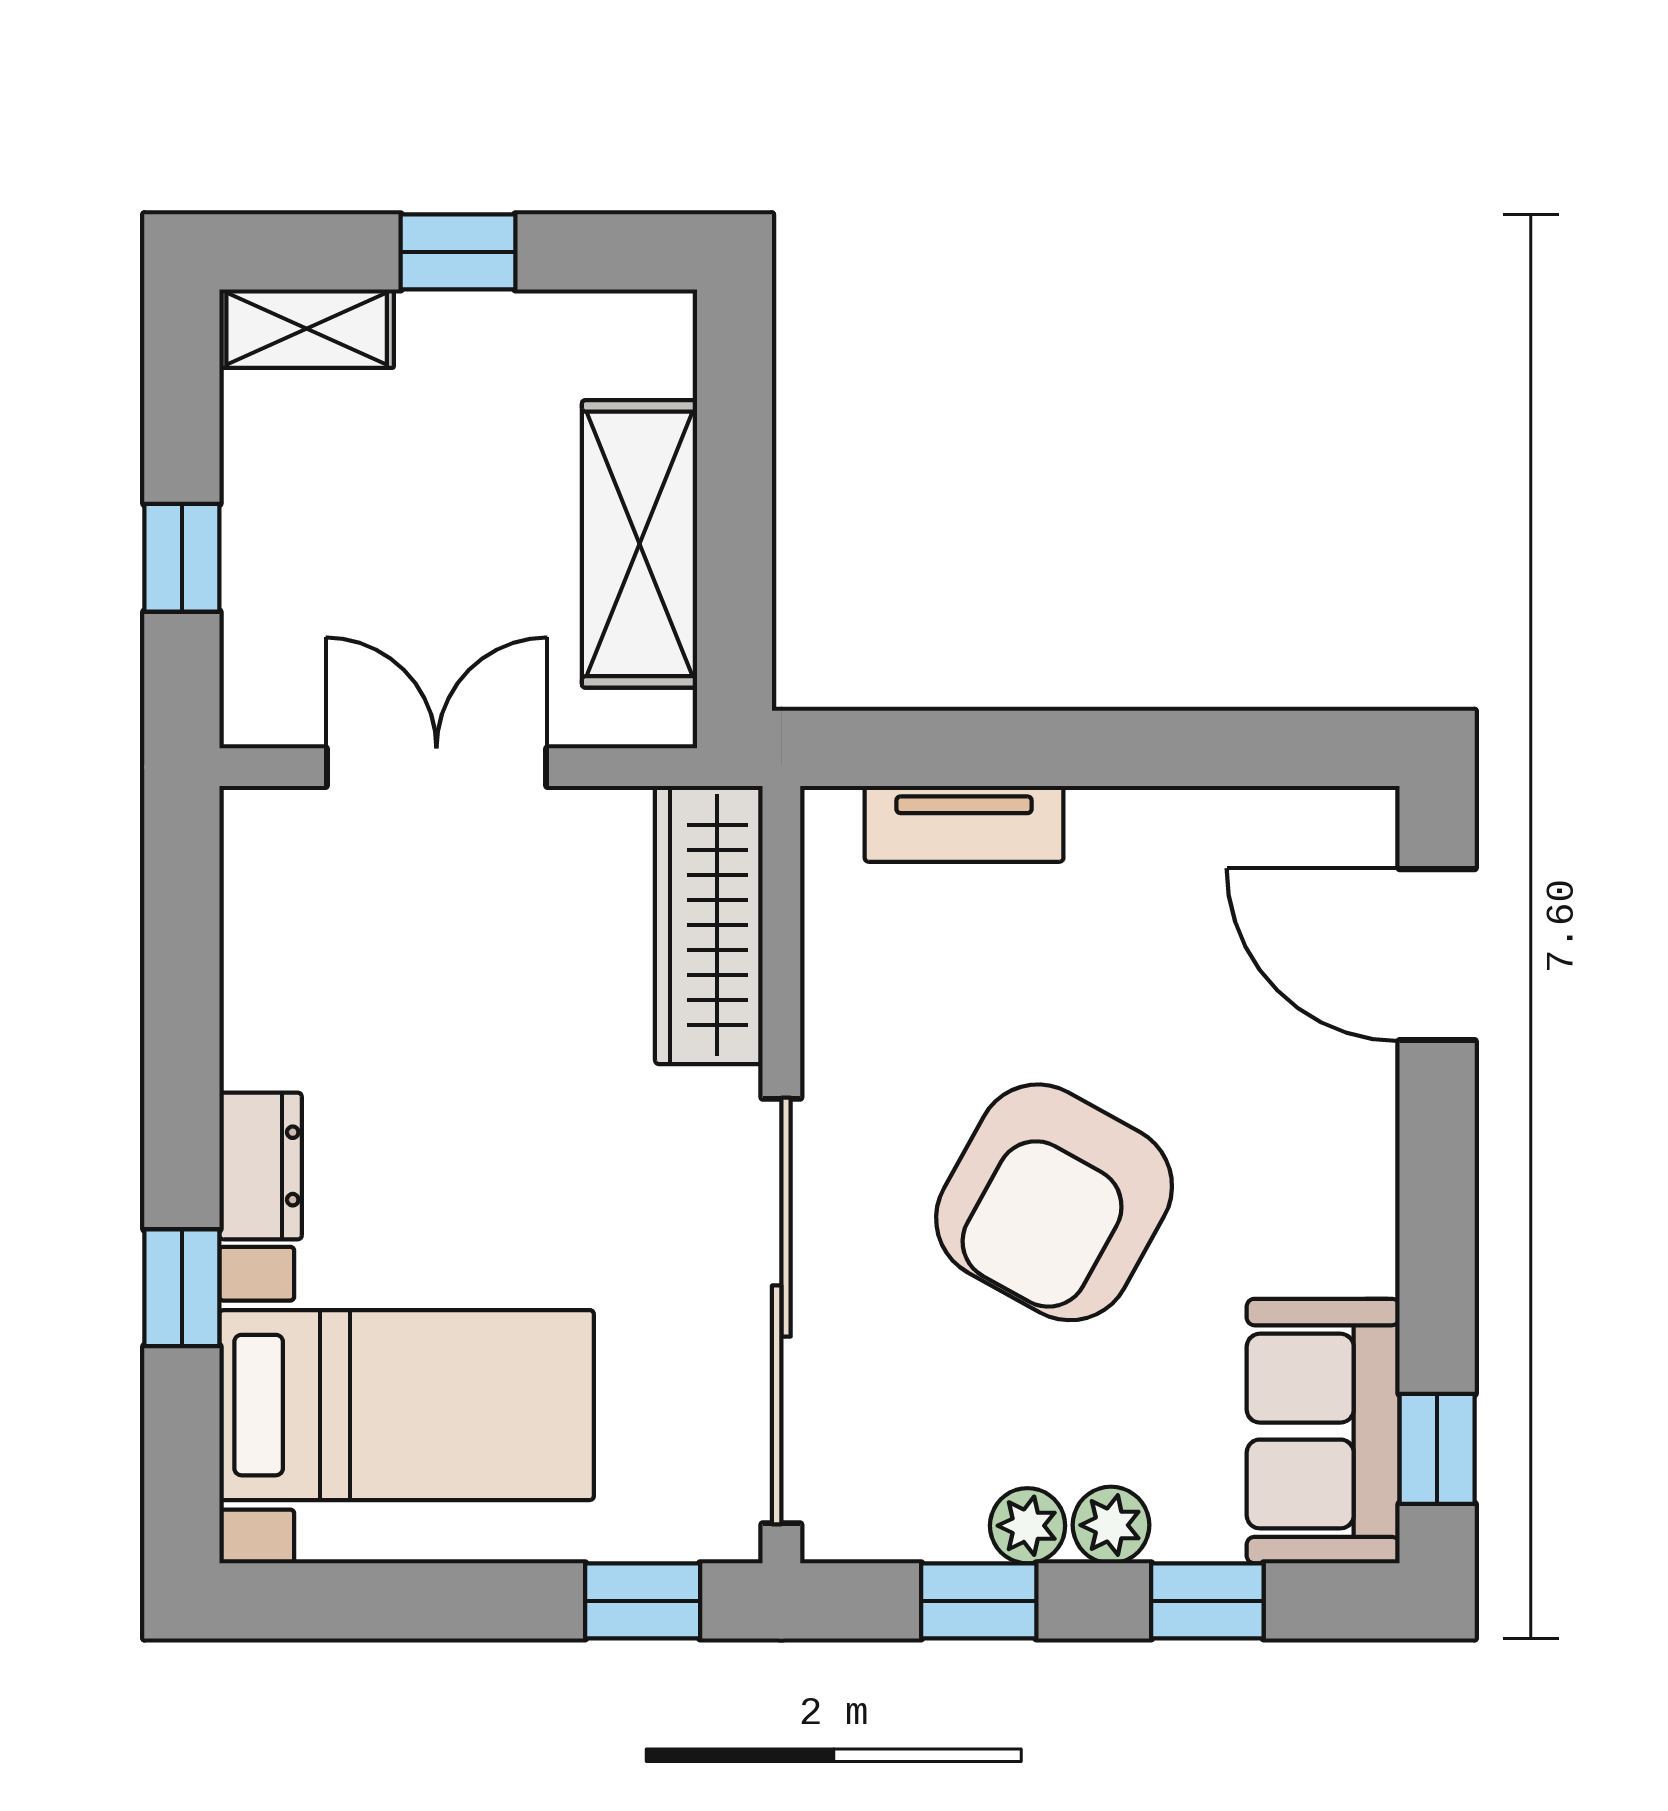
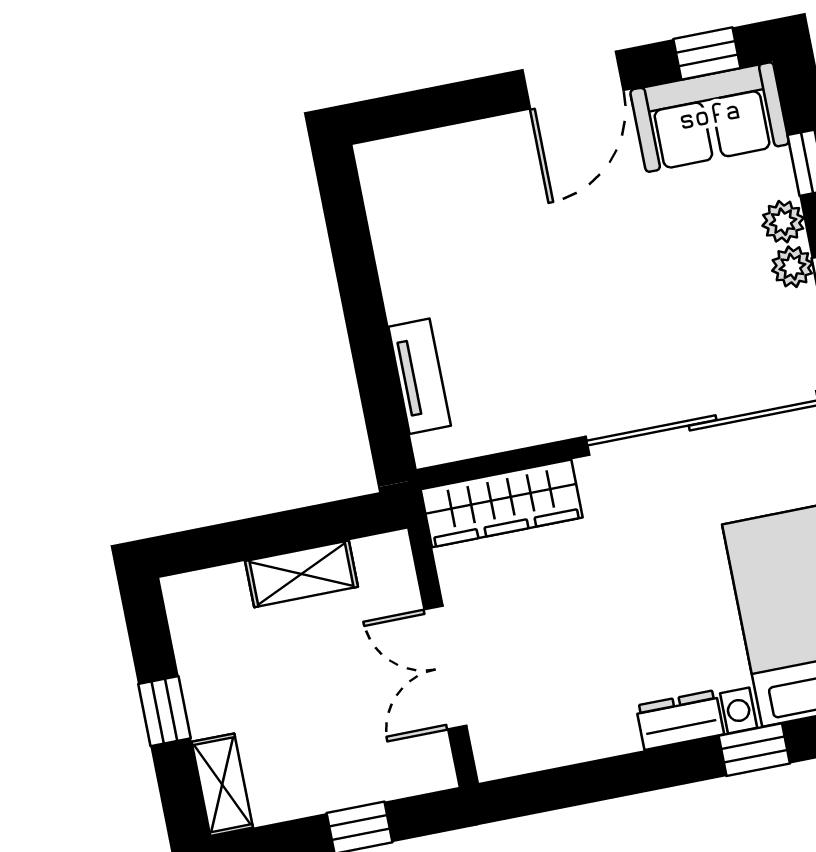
shelving: (640, 544) -> (301, 574), width x0.67, depth x0.75
door: (1437, 955) -> (573, 80), moved
armchair: (1054, 1202) -> (615, 287), removed

